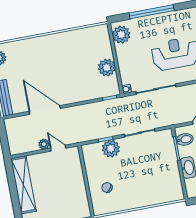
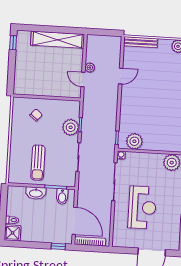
plant: (107, 67) -> (134, 141), moved
door: (45, 110) -> (121, 76), width x0.53
door: (58, 148) -> (83, 80), swing flipped
sun lounger: (156, 173) -> (38, 163), added

